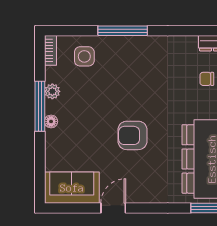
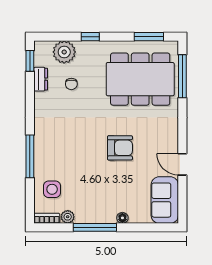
plant: (52, 91) -> (68, 217), moved
floor lamp: (51, 121) -> (122, 218), moved
armchair: (133, 135) -> (120, 148), turned -90

